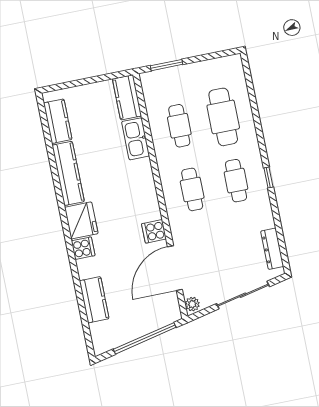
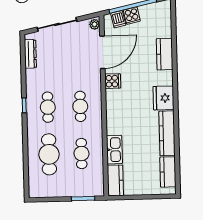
cooker: (83, 248) -> (132, 16), moved, turned -102
kitchen counter: (94, 300) -> (165, 54), moved
dishwasher: (161, 317) -> (118, 19), added

